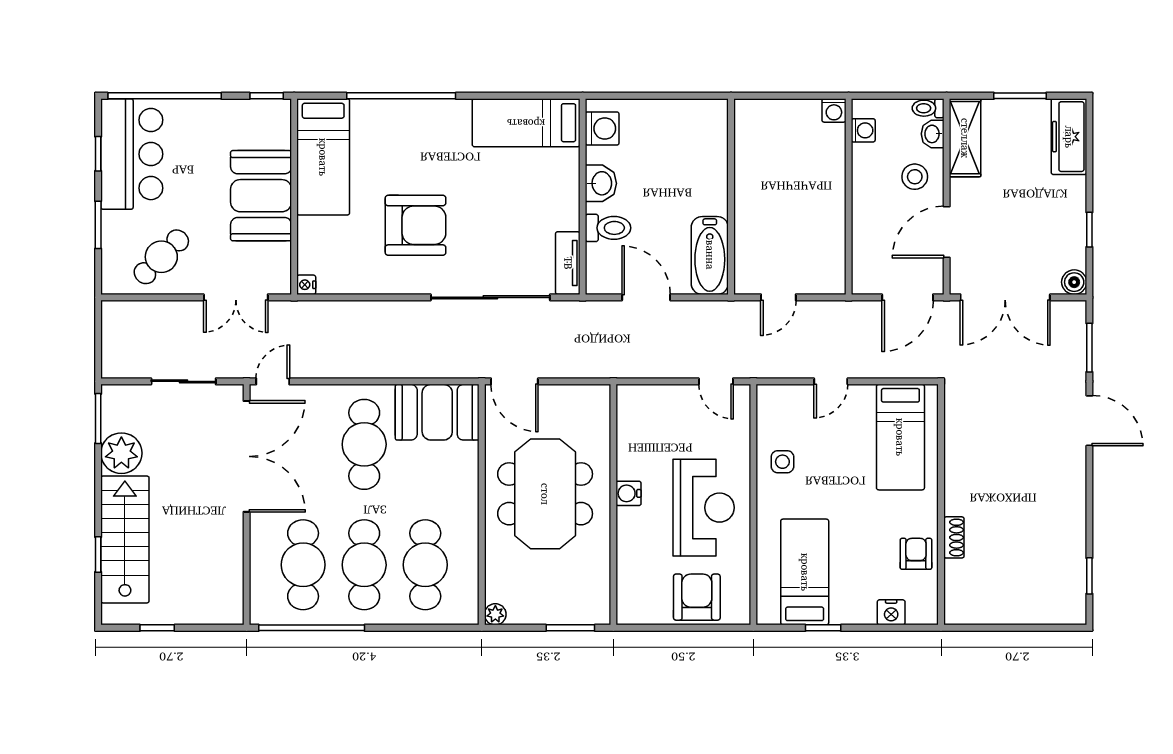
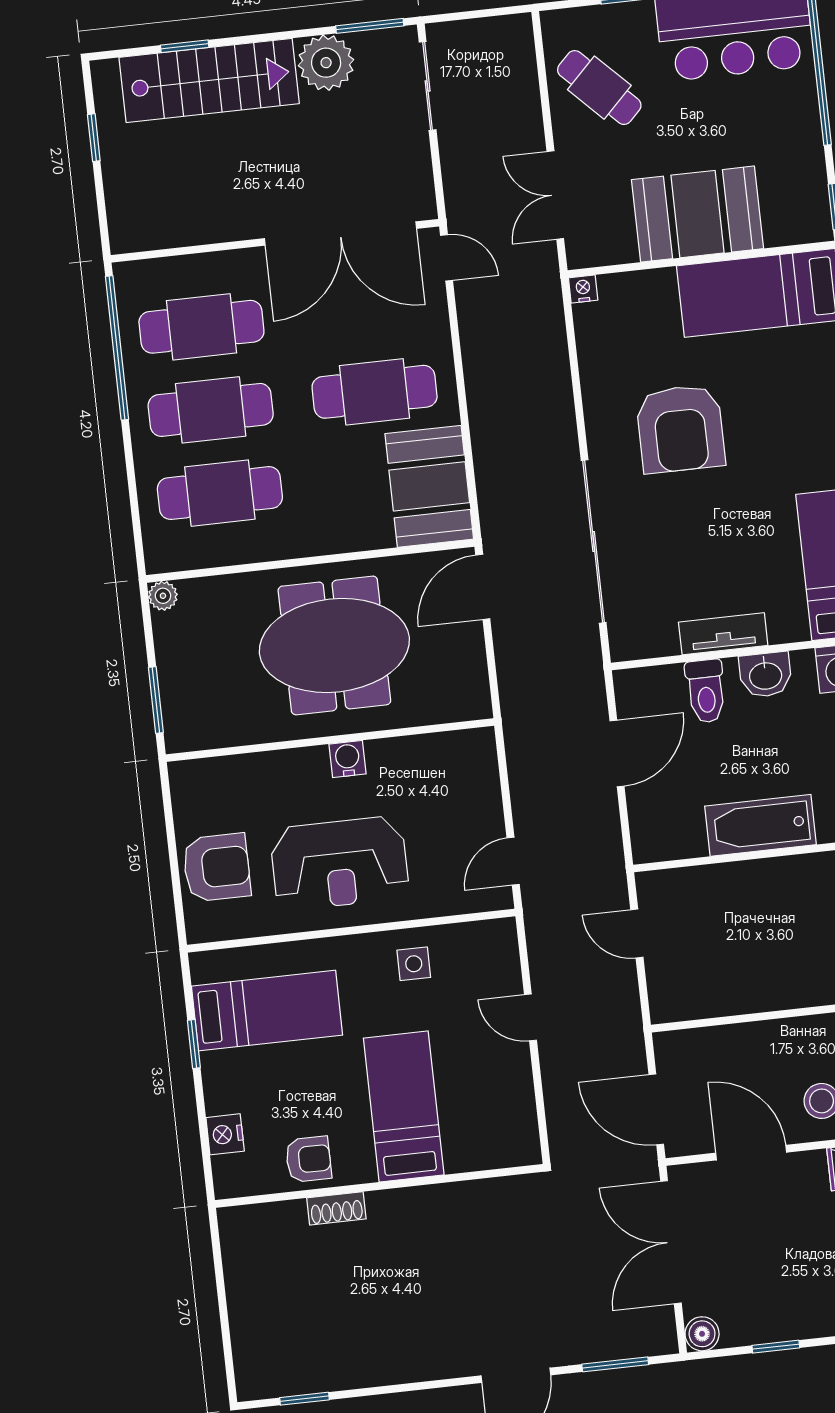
bathtub: (710, 255) -> (760, 825), moved
tv unit: (568, 263) -> (723, 634), moved
sliding door: (184, 381) -> (428, 86), moved
bed: (900, 437) -> (404, 1106), moved, turned 90

